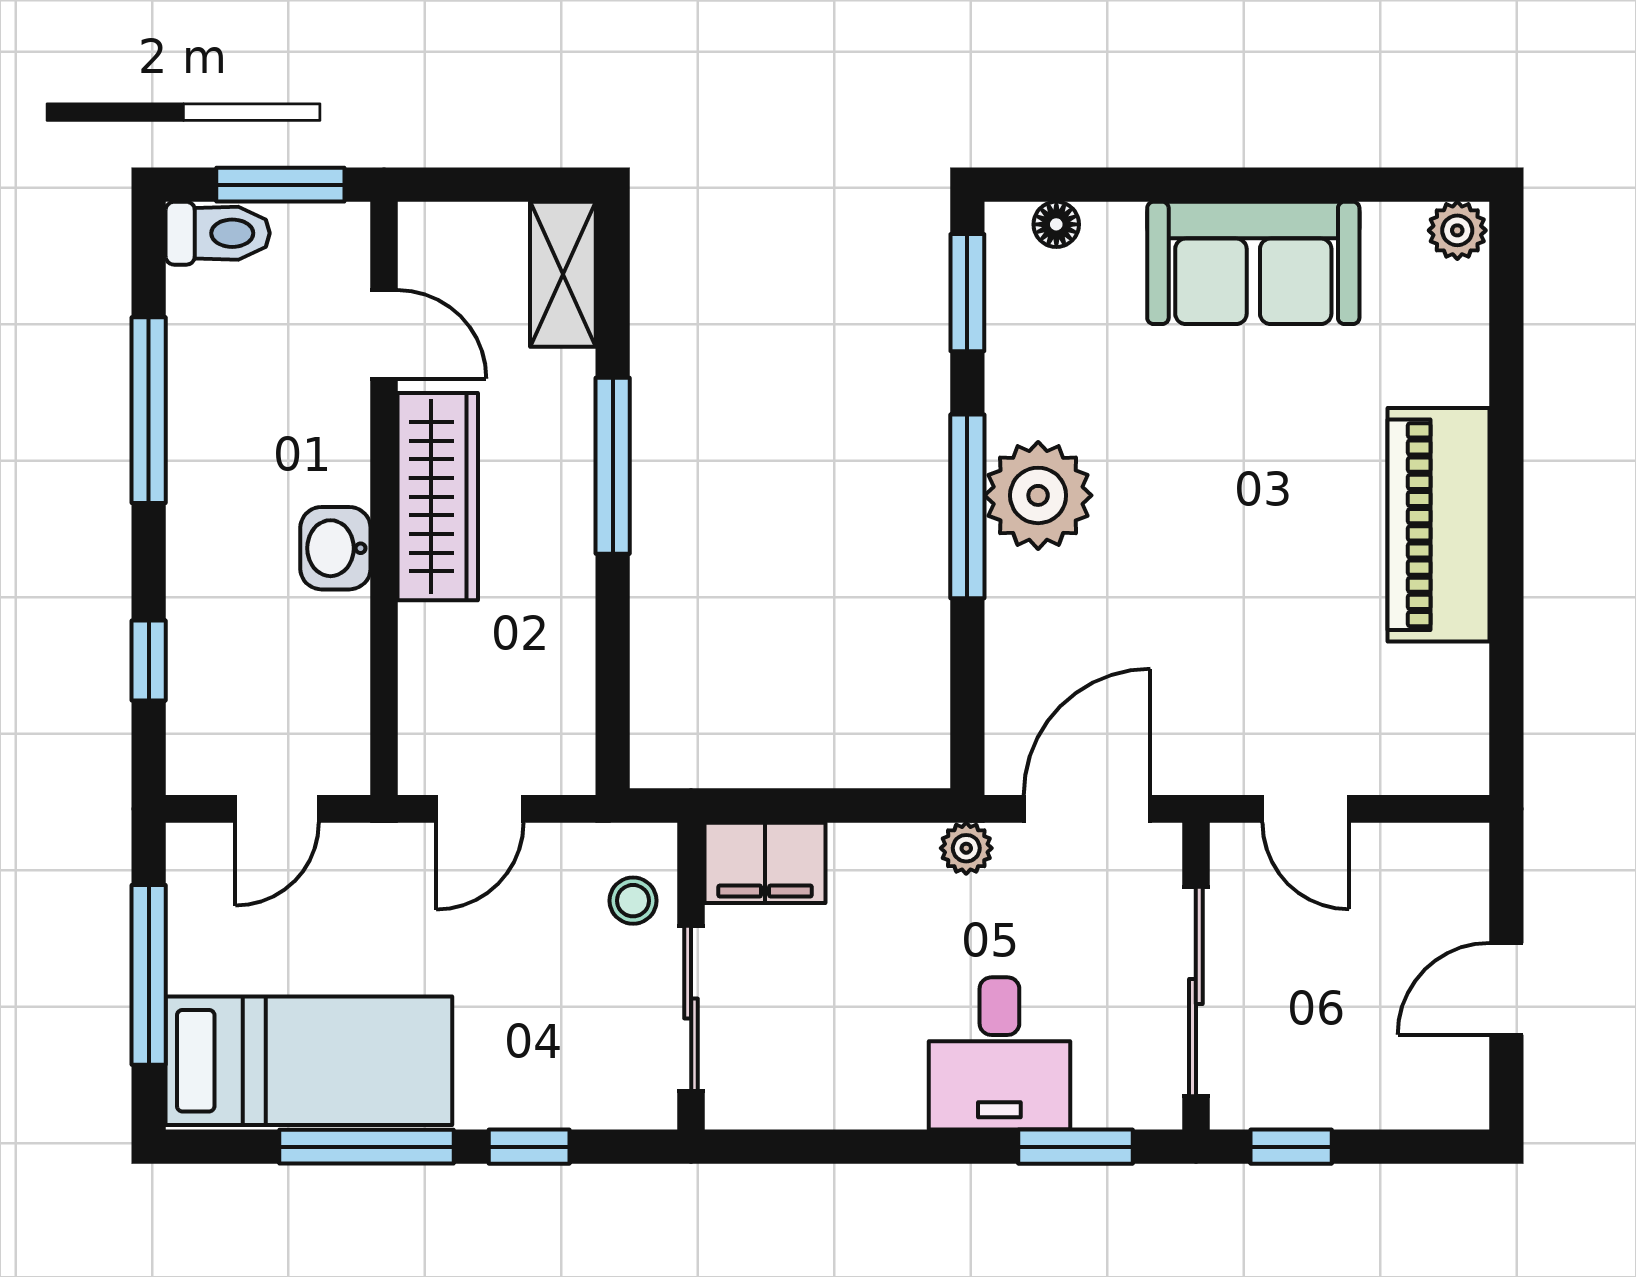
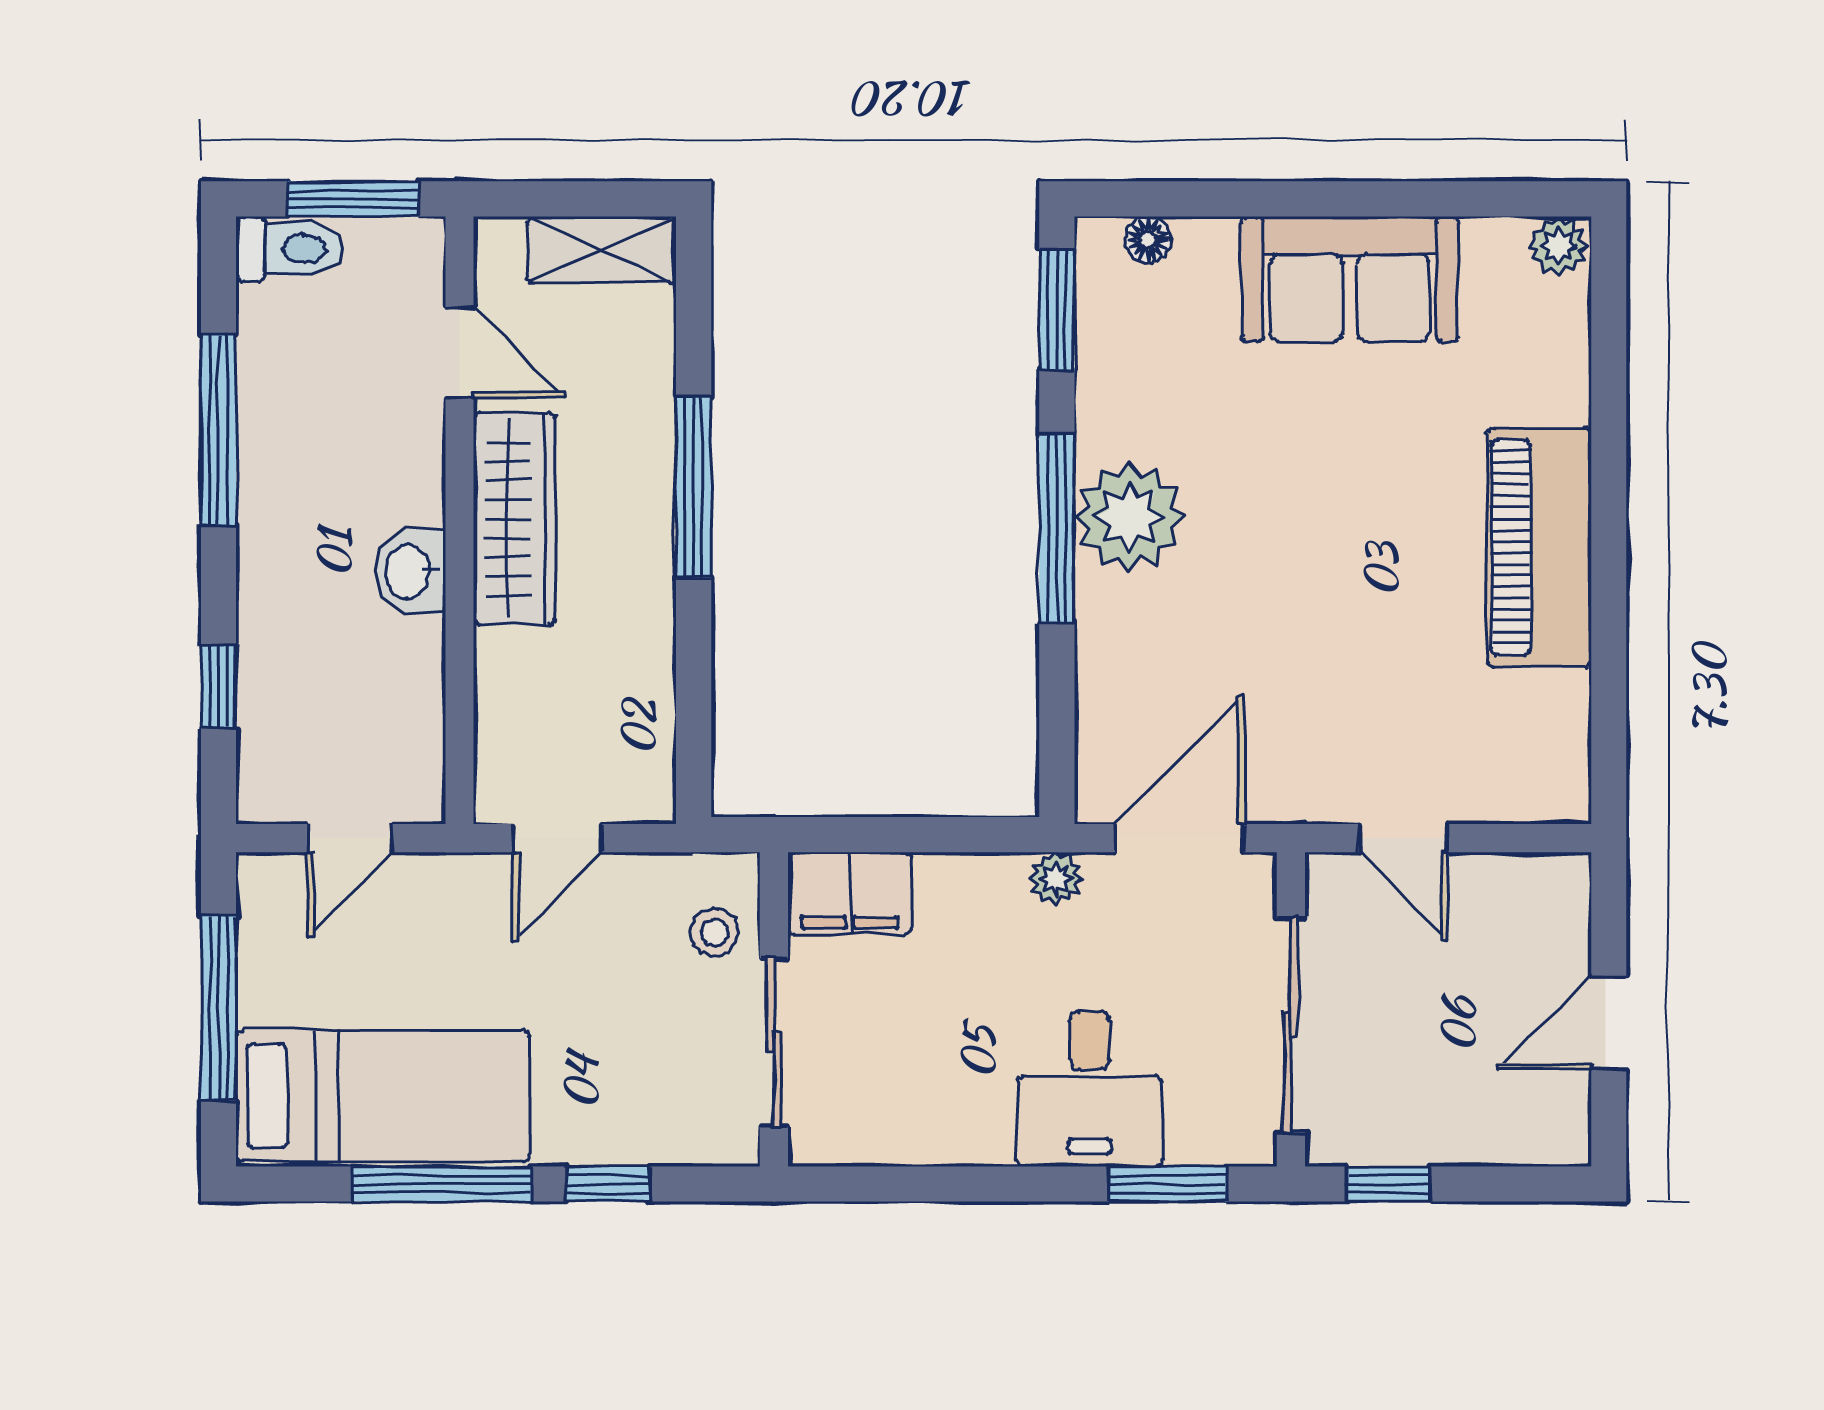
shelving: (563, 274) -> (602, 250), moved, turned 90

